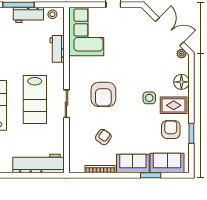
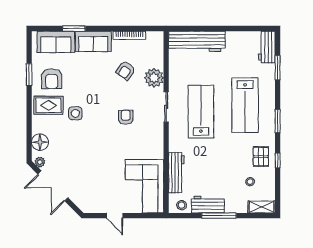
workbench: (57, 49) -> (176, 173), width x1.37
floor lamp: (181, 82) -> (40, 142), moved
armchair: (103, 94) -> (126, 117), width x0.53, depth x0.53
plant: (78, 130) -> (154, 78), added

